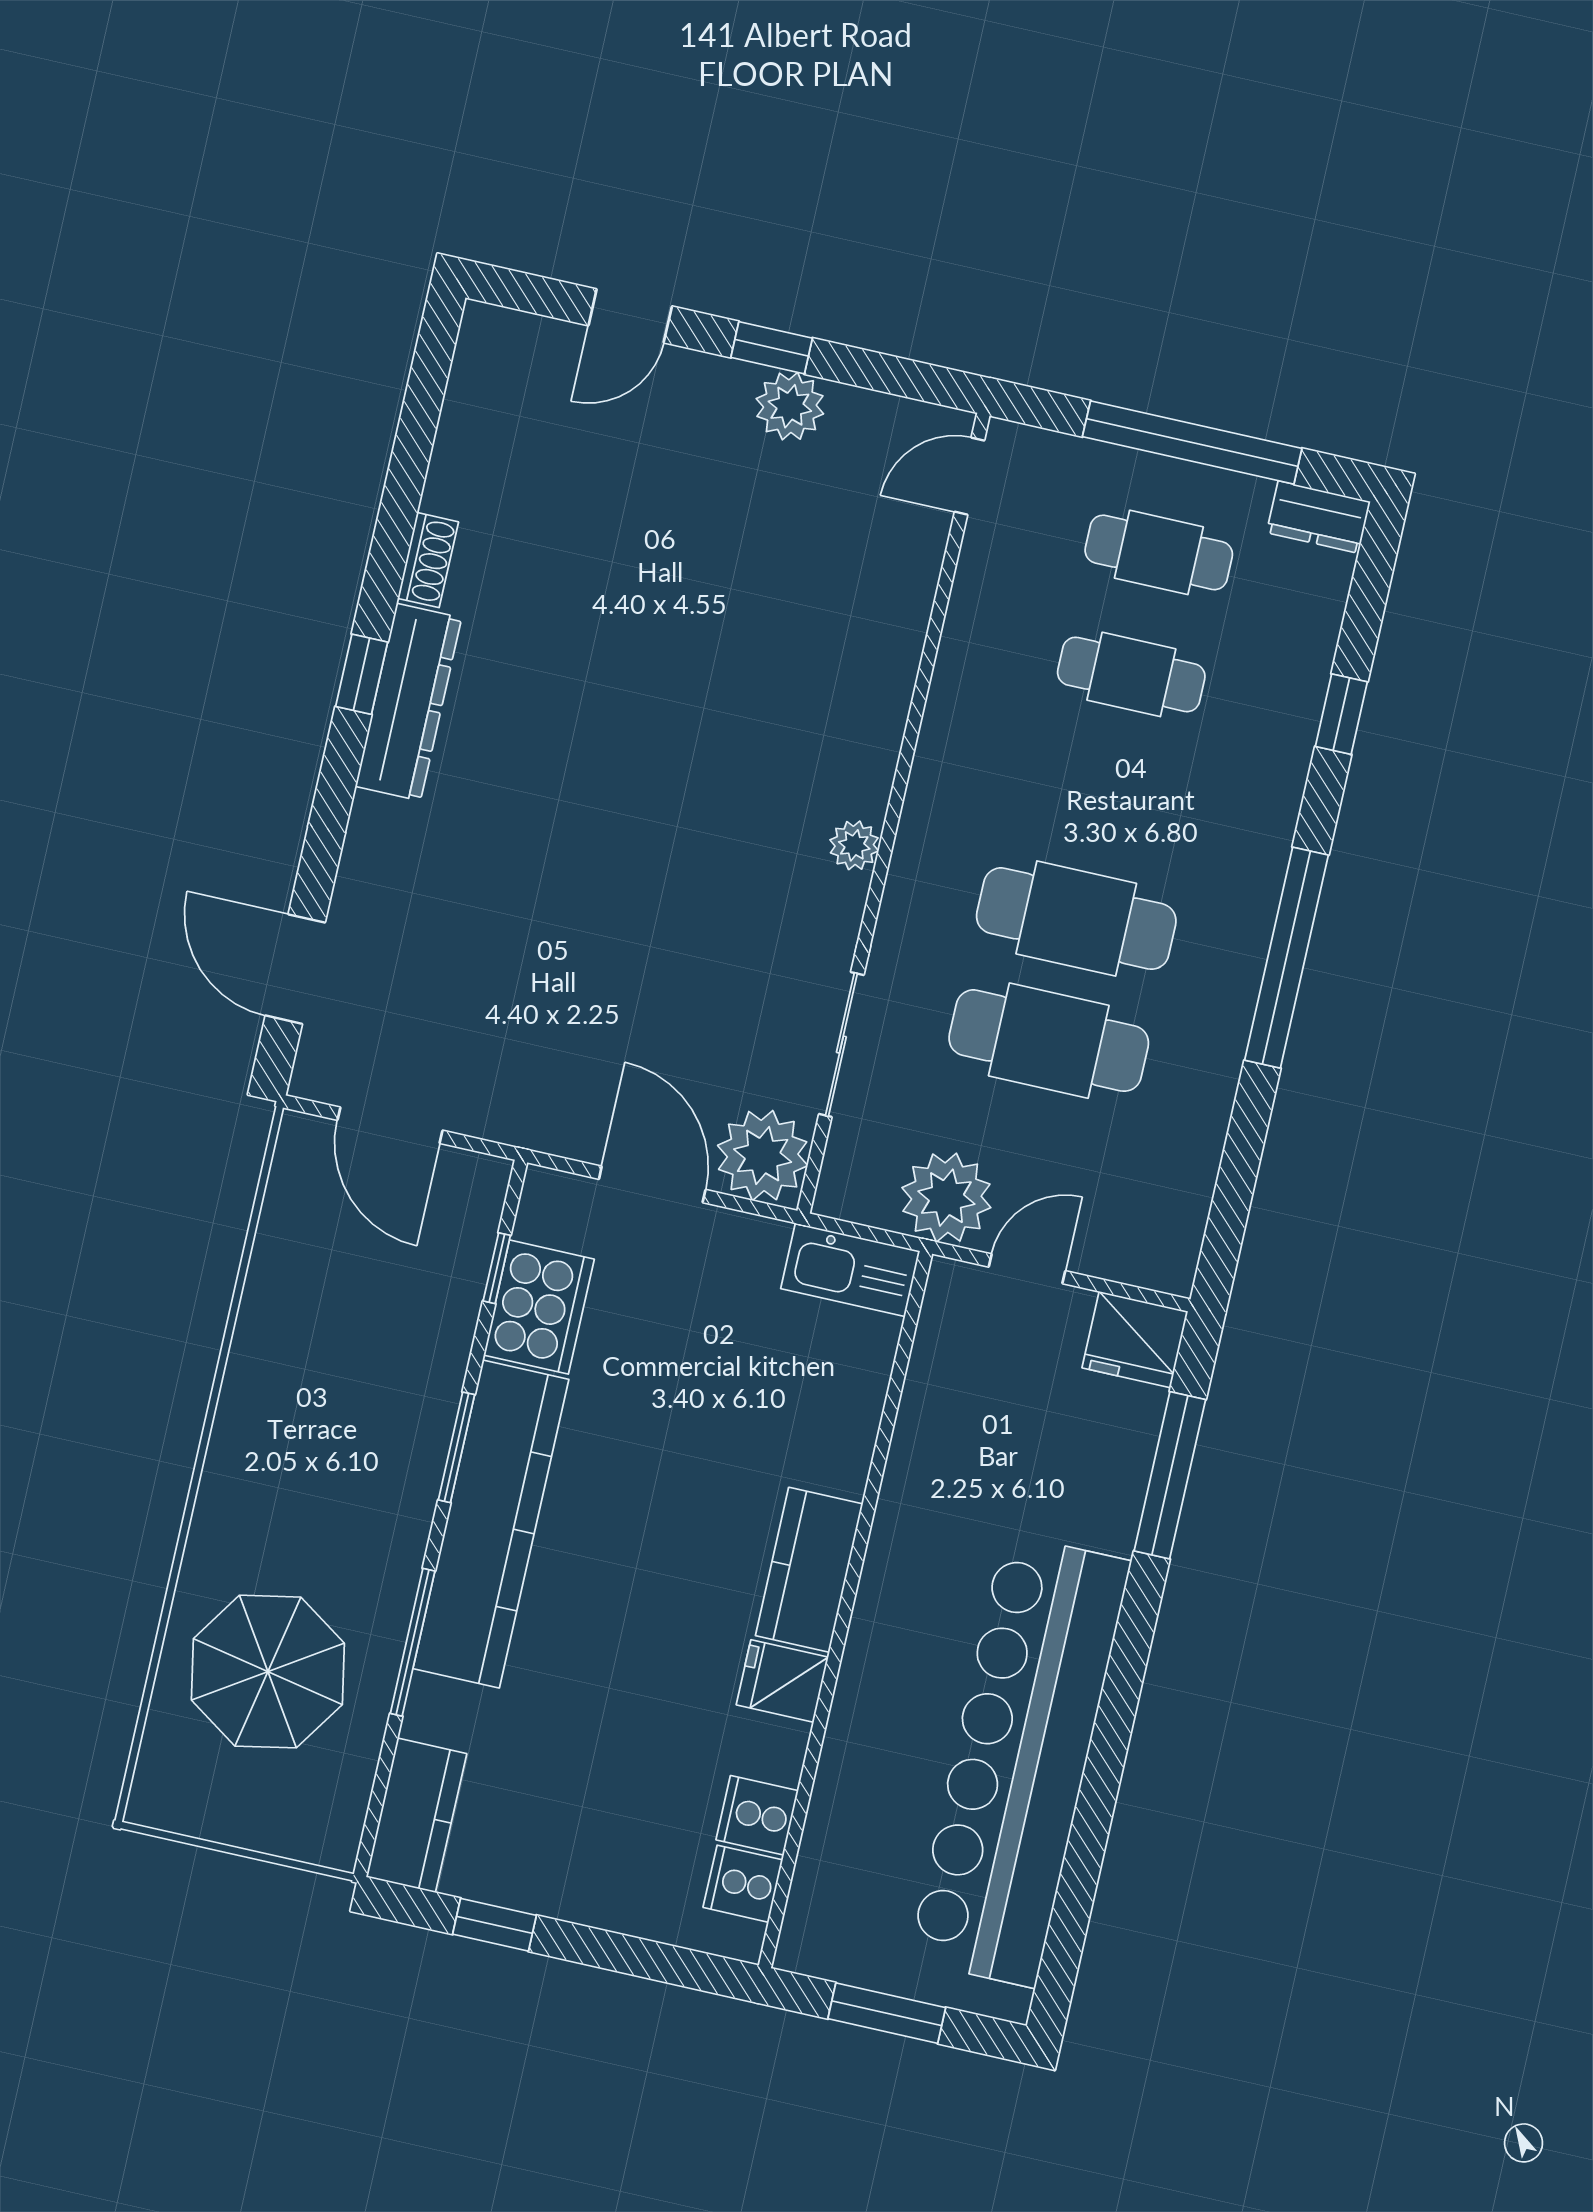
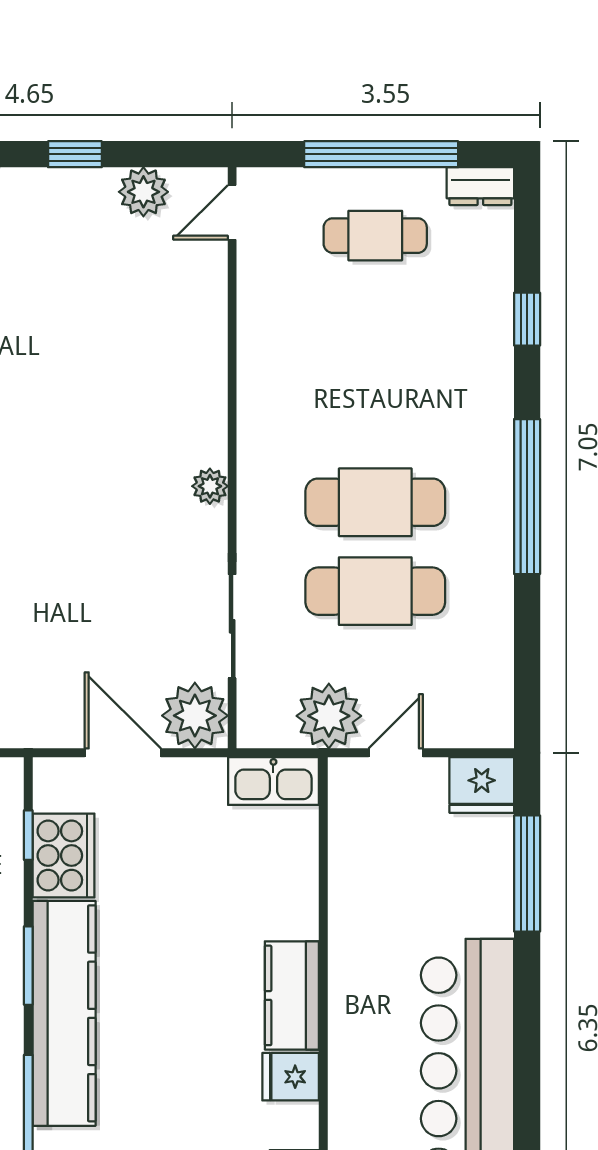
plant: (790, 406) -> (143, 192), moved
cafe table: (1131, 674) -> (375, 324), removed

